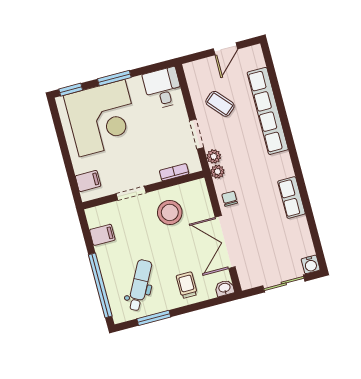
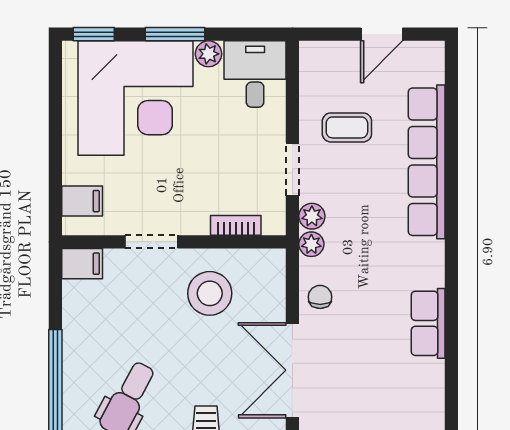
plant: (135, 84) -> (209, 54), added
coffee table: (220, 104) -> (347, 127), turned -49
filing cabinet: (102, 235) -> (82, 264), moved

